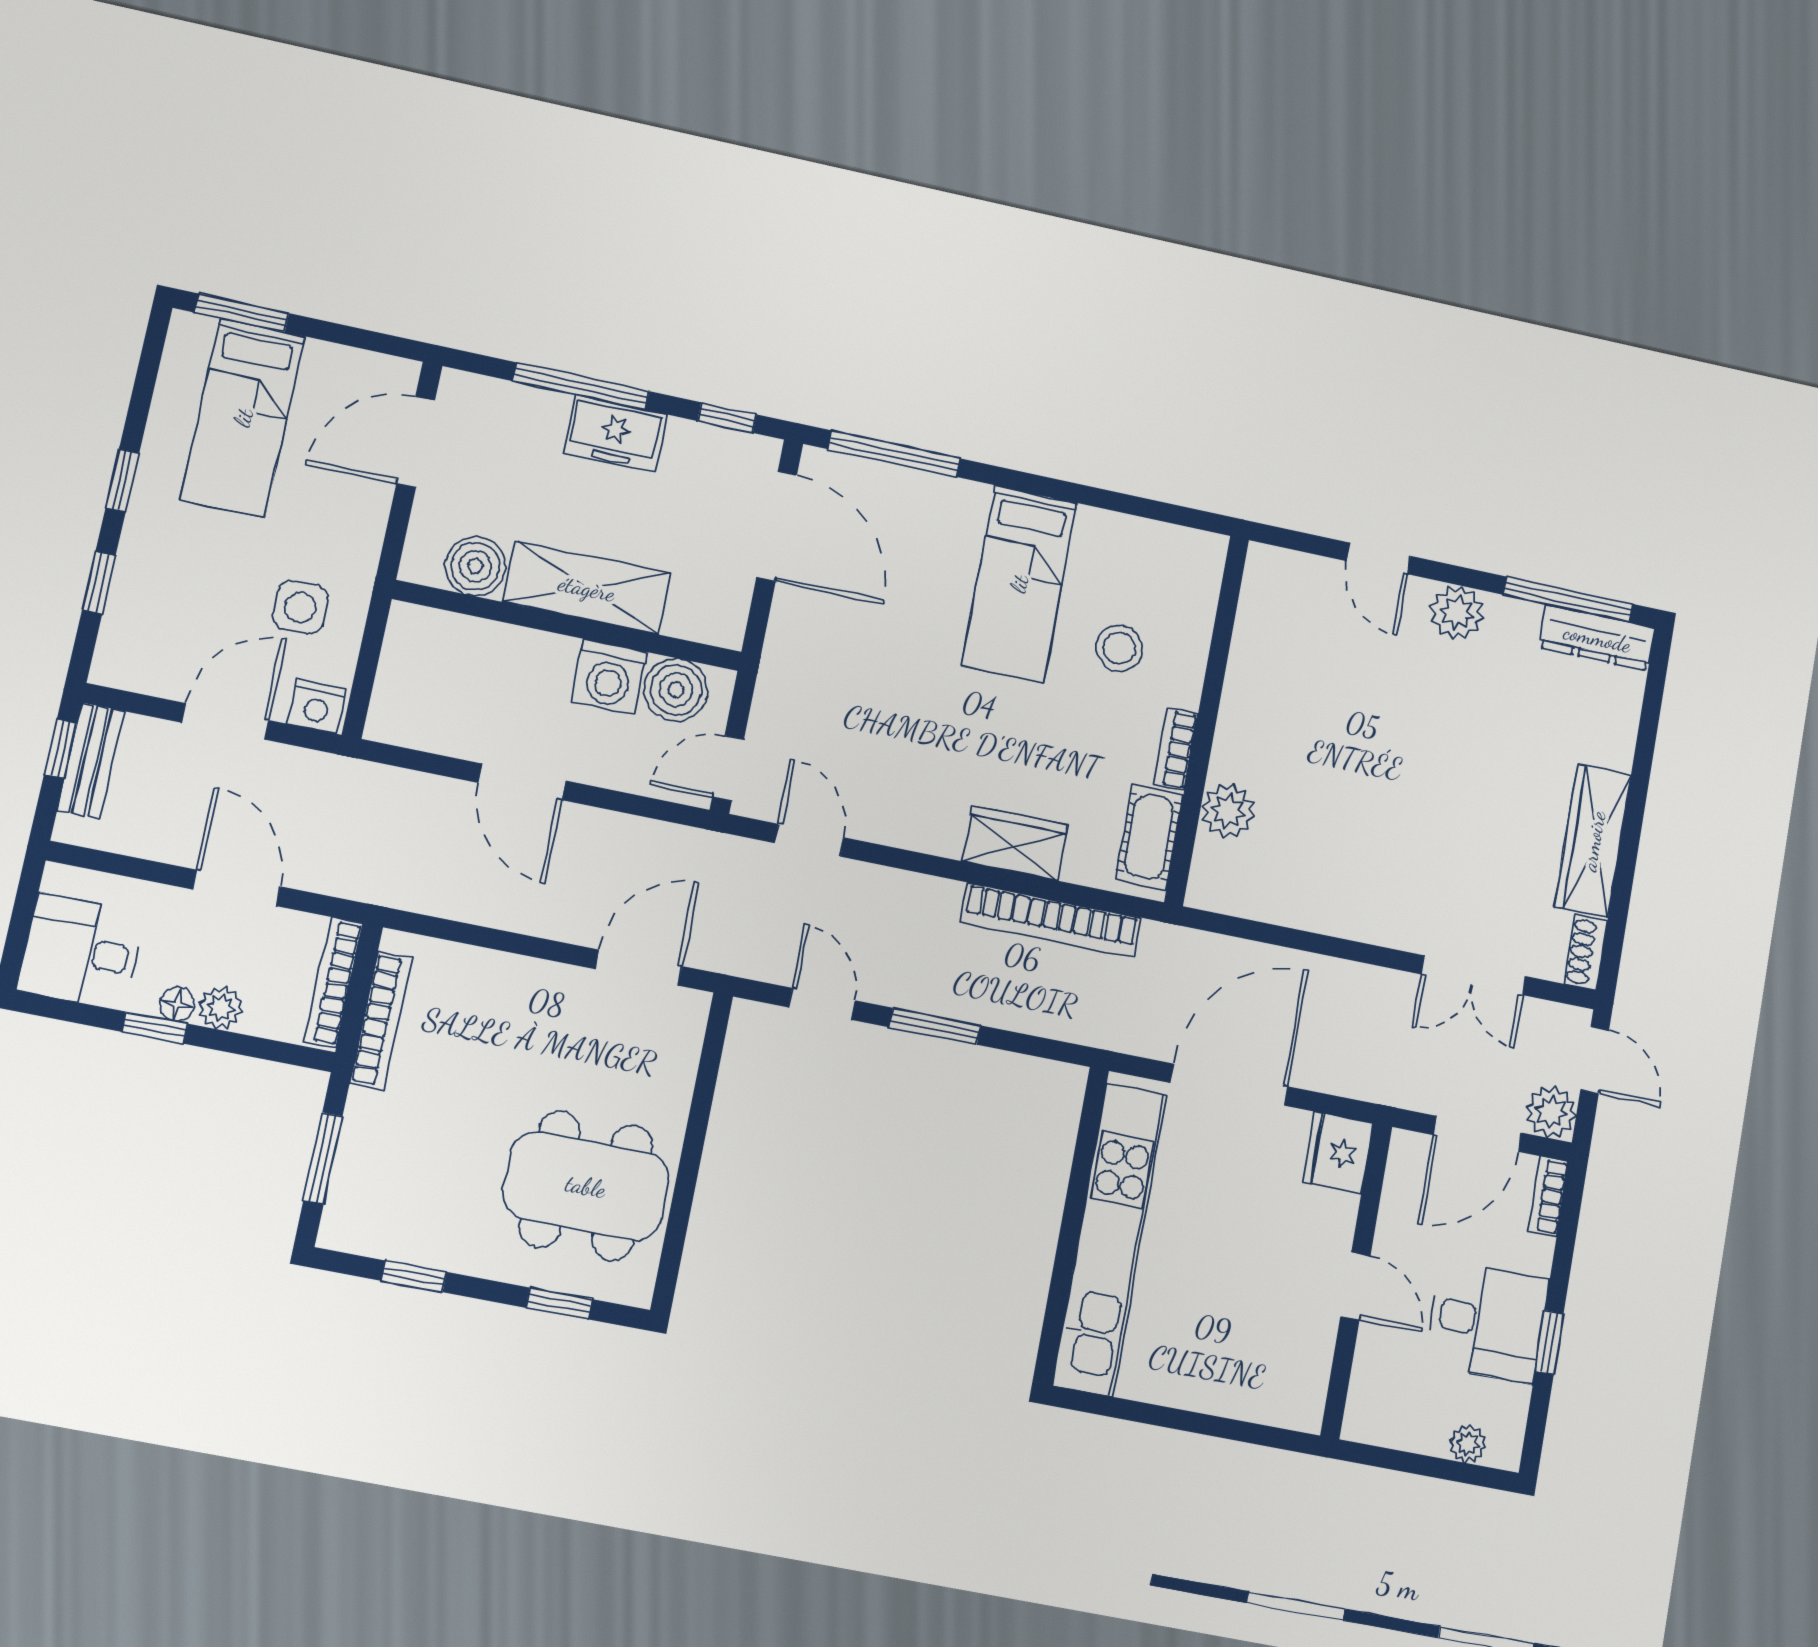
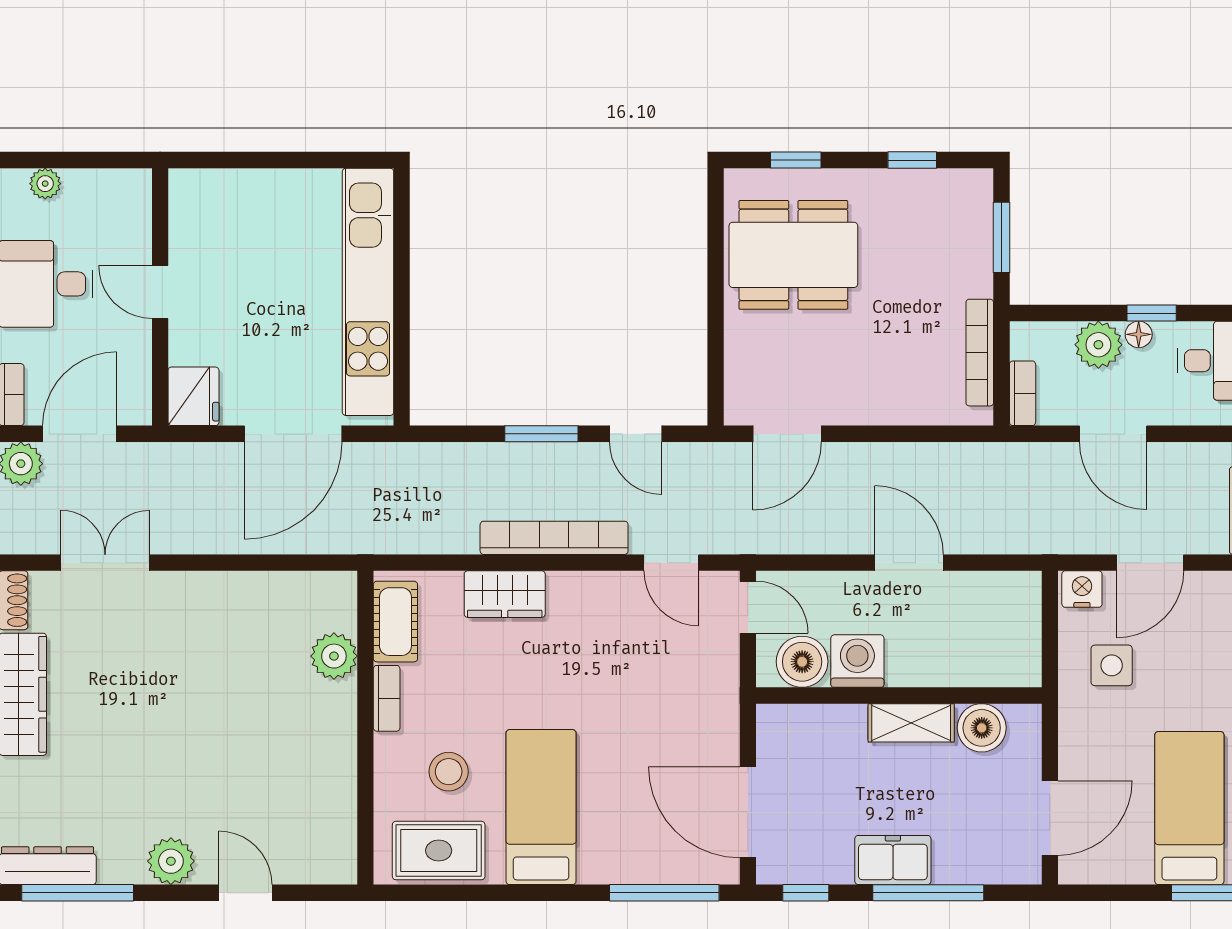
rug: (1148, 559) -> (439, 851), added
shelving: (587, 588) -> (911, 723), width x0.67, depth x0.75
door: (728, 768) -> (748, 607), hinge flipped
bookcase: (1051, 920) -> (554, 538), moved
bookcase: (333, 982) -> (1023, 393), width x0.64
plant: (221, 1008) -> (1098, 345), width x1.38, depth x1.38

